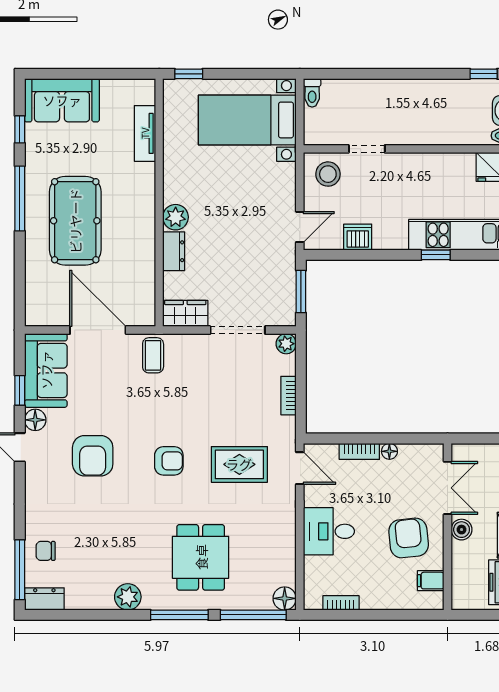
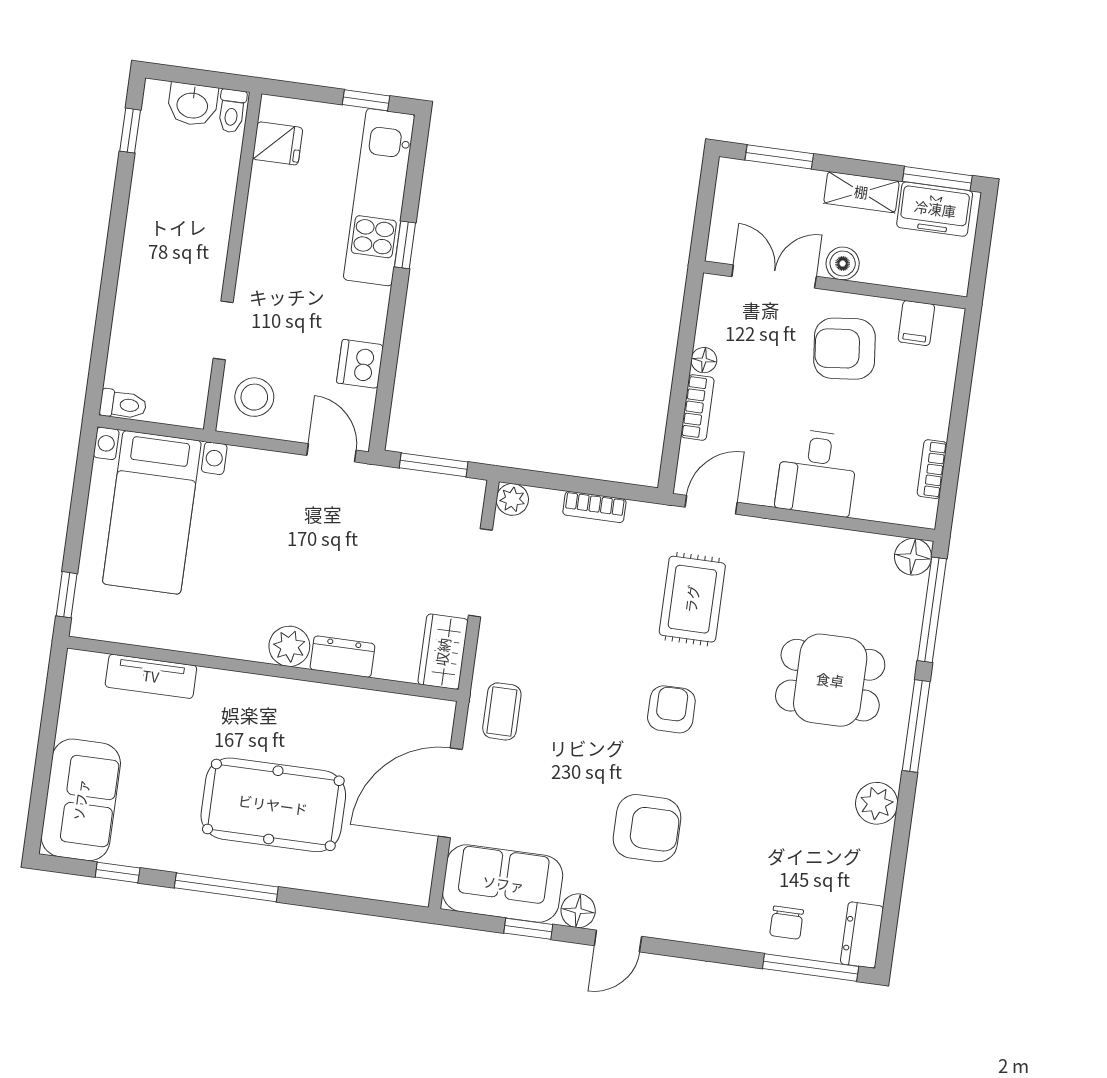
coffee table: (153, 355) -> (502, 711), turned 90

